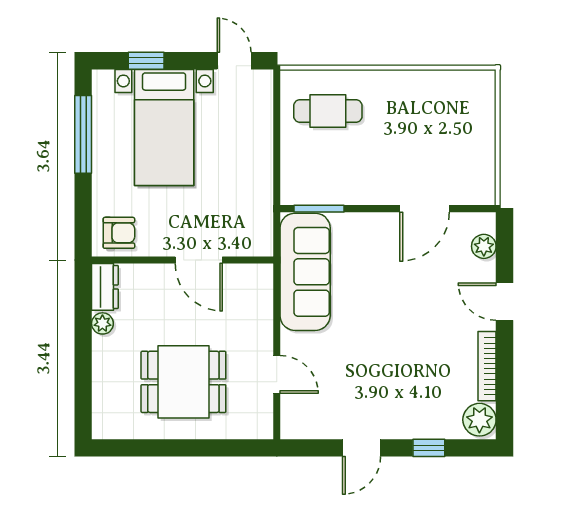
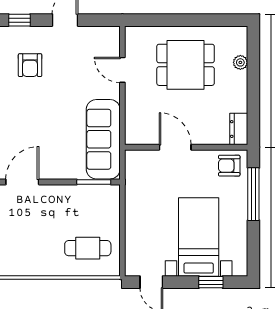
window: (83, 134) -> (253, 194), moved
plant: (102, 323) -> (240, 62), moved
armchair: (413, 381) -> (30, 65), added

